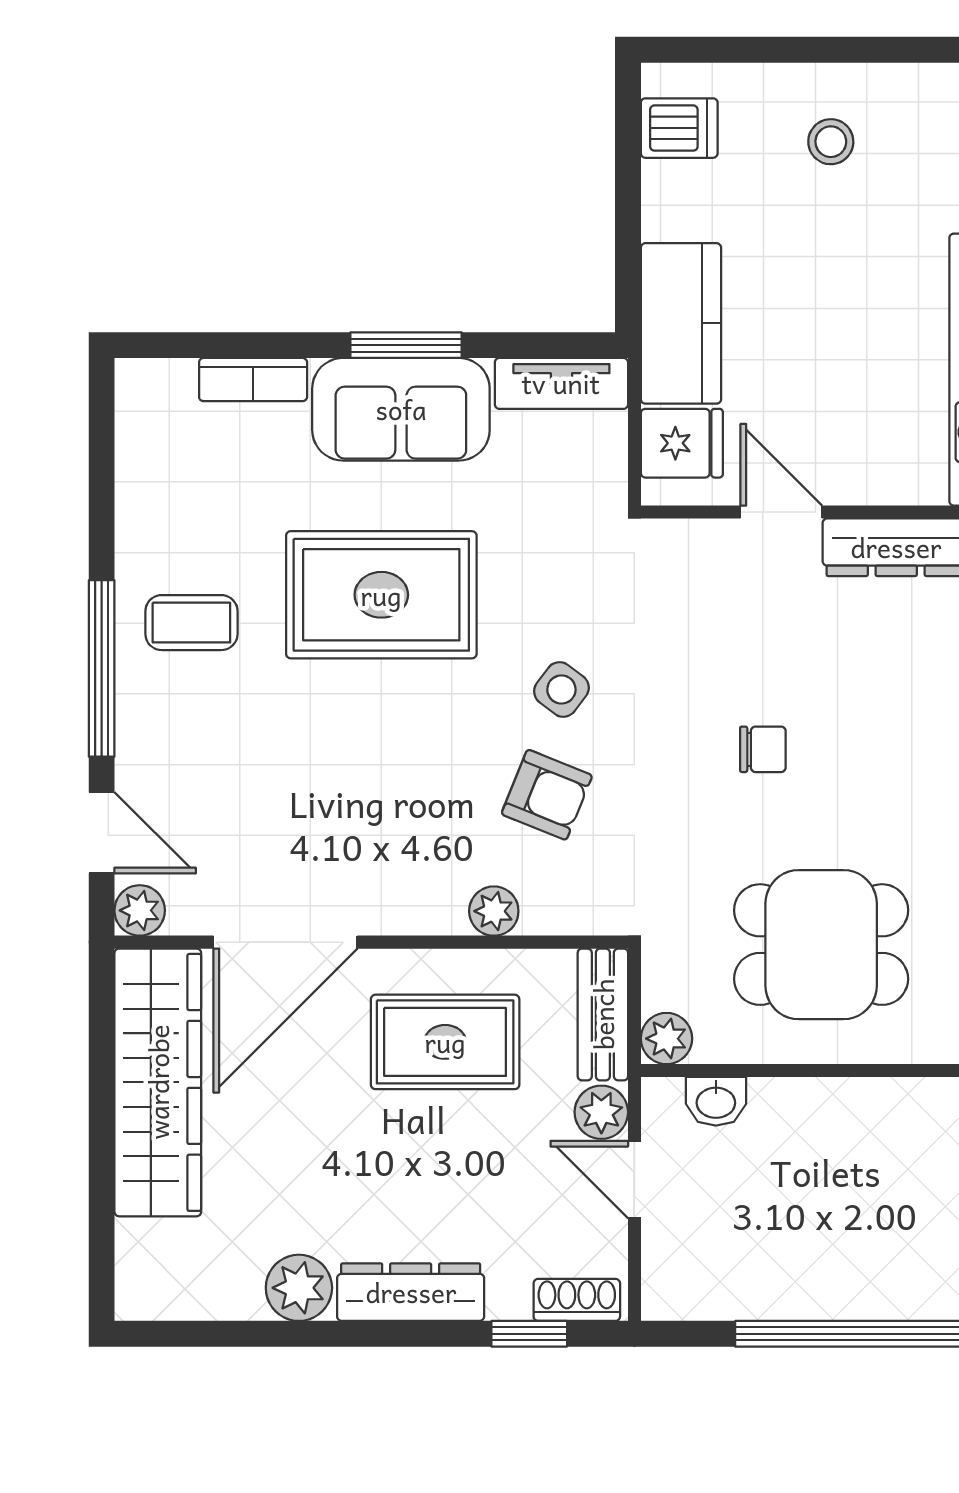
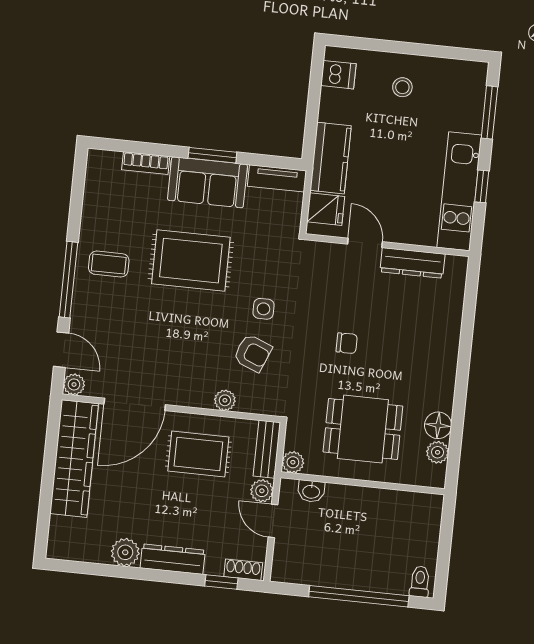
side table: (561, 689) -> (263, 309), turned -37

